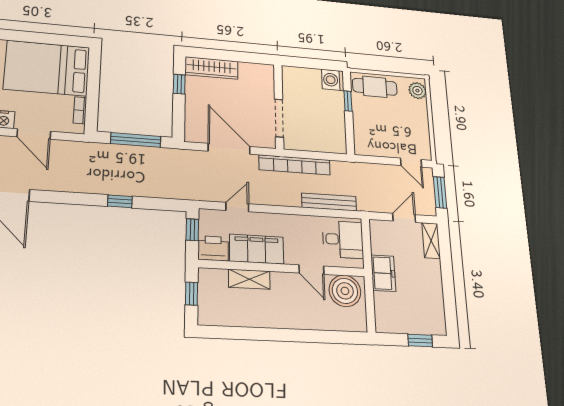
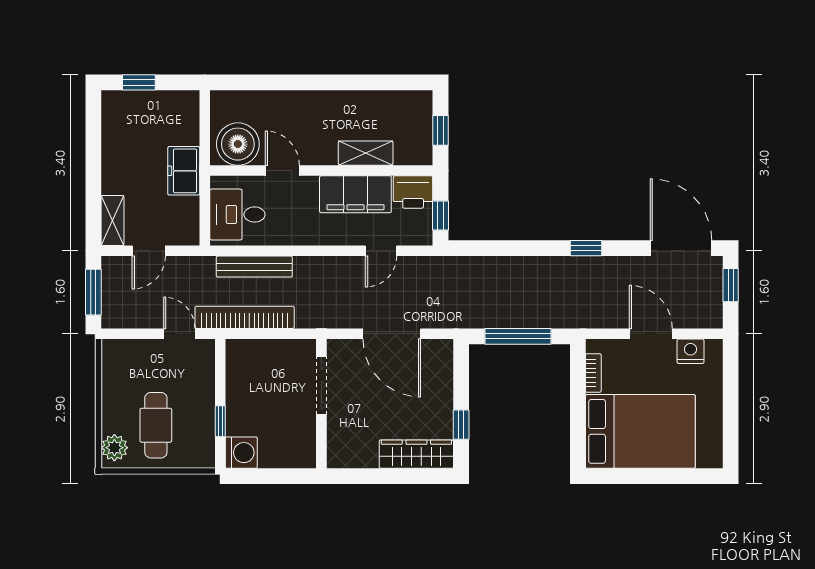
cafe table: (375, 87) -> (156, 425), moved, turned 90
door: (411, 163) -> (179, 334), moved
bookcase: (295, 165) -> (245, 317), moved
window: (120, 201) -> (586, 248), moved

